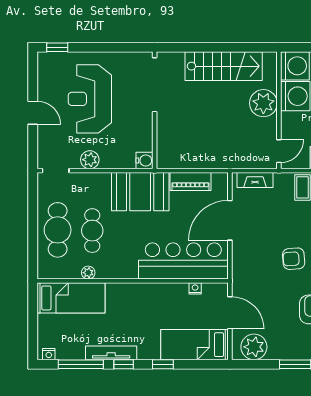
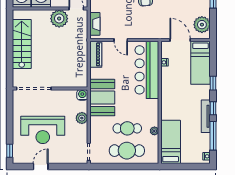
plant: (263, 103) -> (59, 19), moved
door: (33, 113) -> (41, 167), moved
plant: (90, 160) -> (82, 118), moved
piano: (191, 181) -> (96, 54), moved
door: (230, 220) -> (121, 40), width x0.53
door: (230, 313) -> (180, 40), hinge flipped

